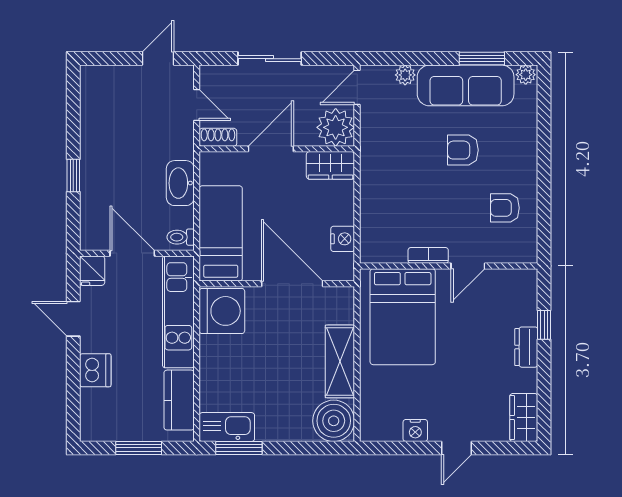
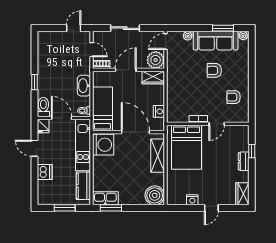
toilet: (93, 229) -> (43, 107), added
shelving: (340, 361) -> (158, 156), moved

